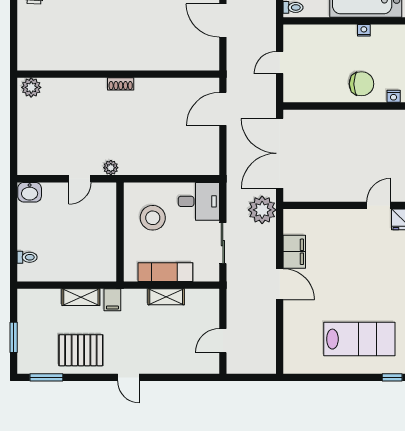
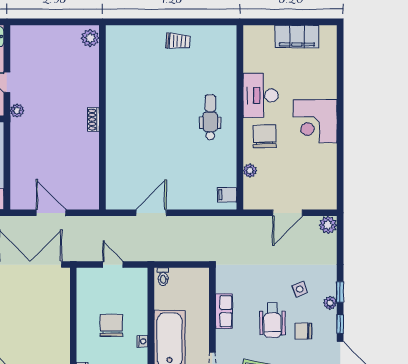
chair: (361, 84) -> (111, 325), moved, turned 180
door: (223, 109) -> (51, 213), moved

